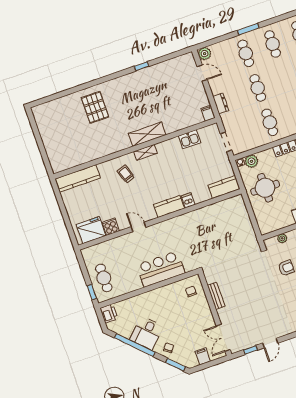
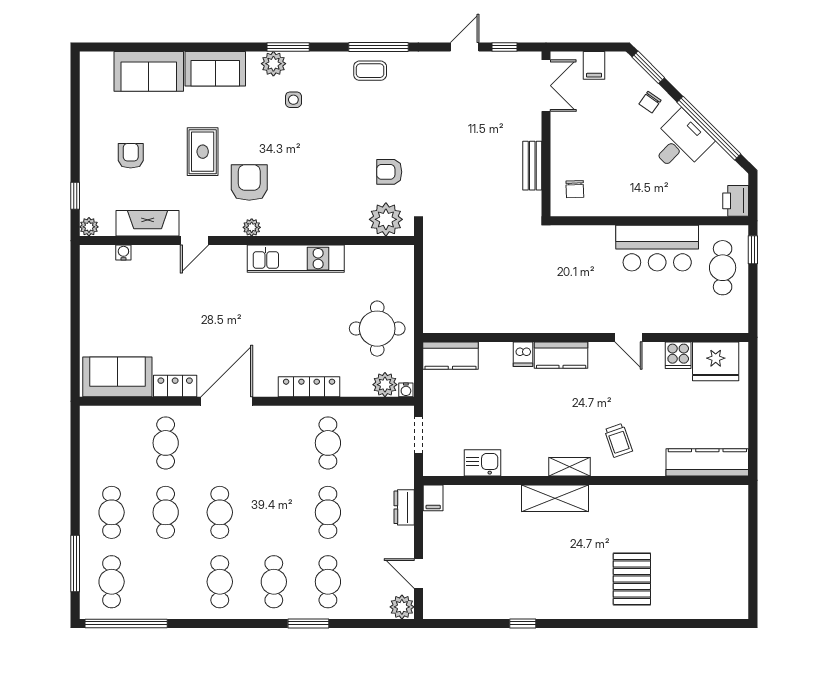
plant: (282, 238) -> (386, 219), width x1.87, depth x1.87
bar counter: (161, 269) -> (657, 248), moved

